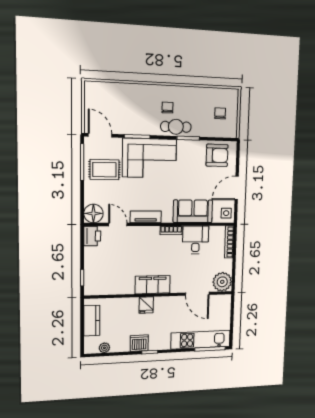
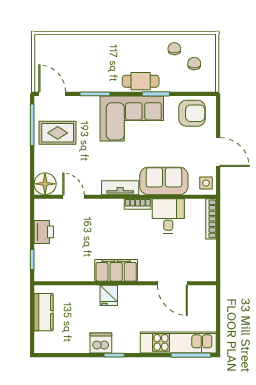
chair: (167, 108) -> (174, 49), moved
corner sofa: (149, 158) -> (132, 118), moved
door: (237, 188) -> (218, 152), swing flipped
tv unit: (146, 217) -> (120, 188), moved
printer: (92, 236) -> (44, 232), moved
plant: (222, 282) -> (204, 269), removed
plant: (104, 348) -> (59, 347), removed

